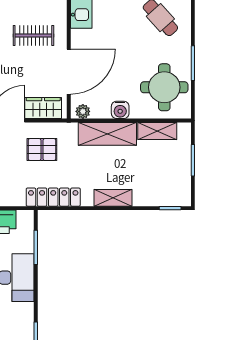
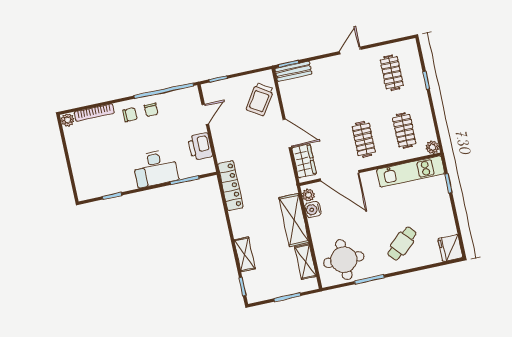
water cooler: (120, 110) -> (313, 209), moved
pallet: (42, 150) -> (269, 167), removed
shelving: (113, 198) -> (245, 254), moved

